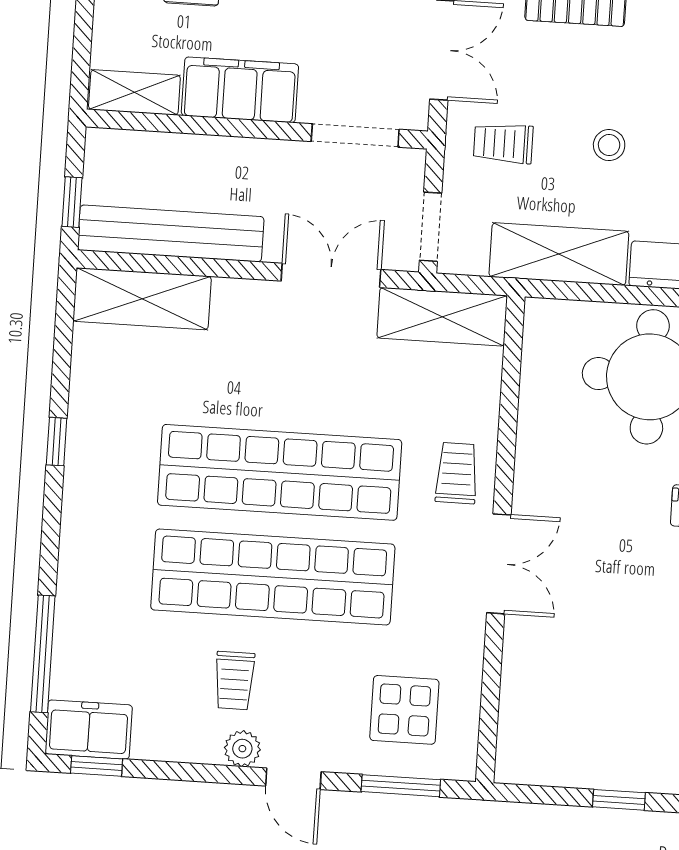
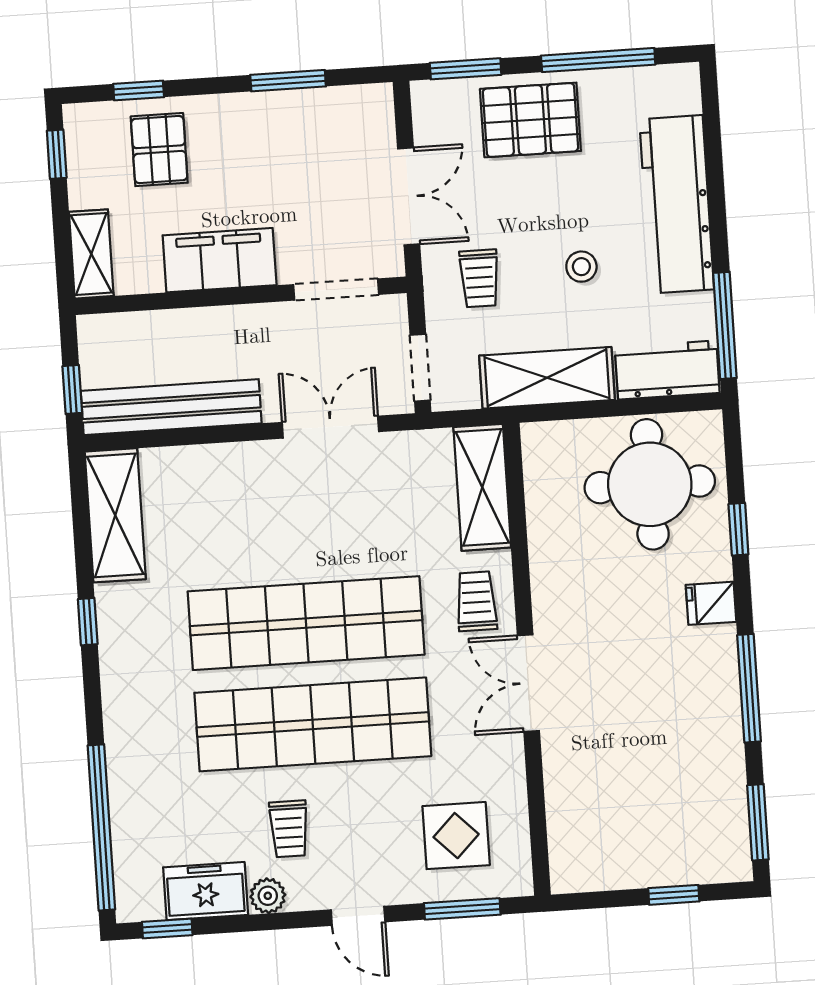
shelving: (134, 92) -> (91, 254), moved, turned 90
trolley: (503, 143) -> (479, 278), turned -90
shelving: (142, 299) -> (115, 515), moved, turned 90
shelving: (442, 317) -> (482, 487), moved, turned 90
double door: (499, 564) -> (528, 683), swing flipped
window: (43, 654) -> (101, 827), width x1.46
freezer: (89, 730) -> (206, 891), moved
plant: (242, 749) -> (268, 896), moved

